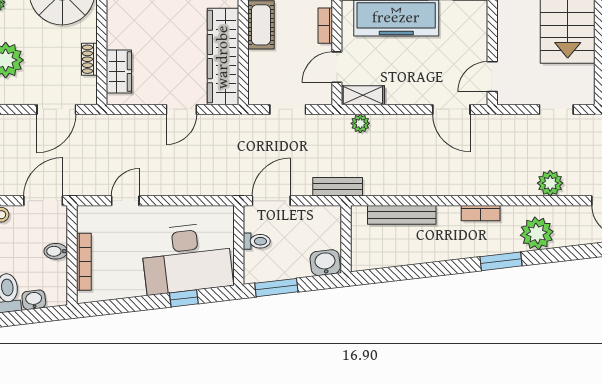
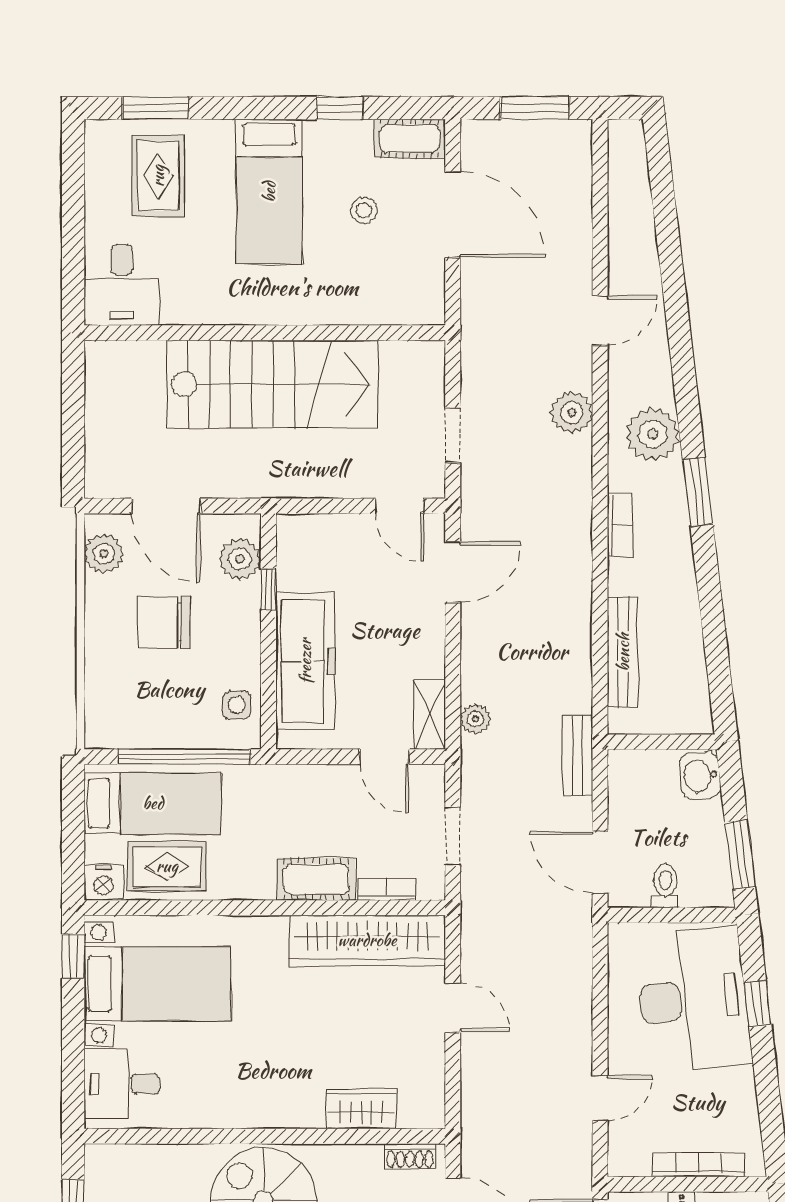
bookcase: (325, 26) -> (387, 889), moved, turned 180
shoe rack: (89, 59) -> (410, 1156), moved
wardrobe: (119, 72) -> (361, 1109), moved
doorway: (556, 109) -> (453, 435), moved
door: (125, 201) -> (600, 1098), swing flipped

